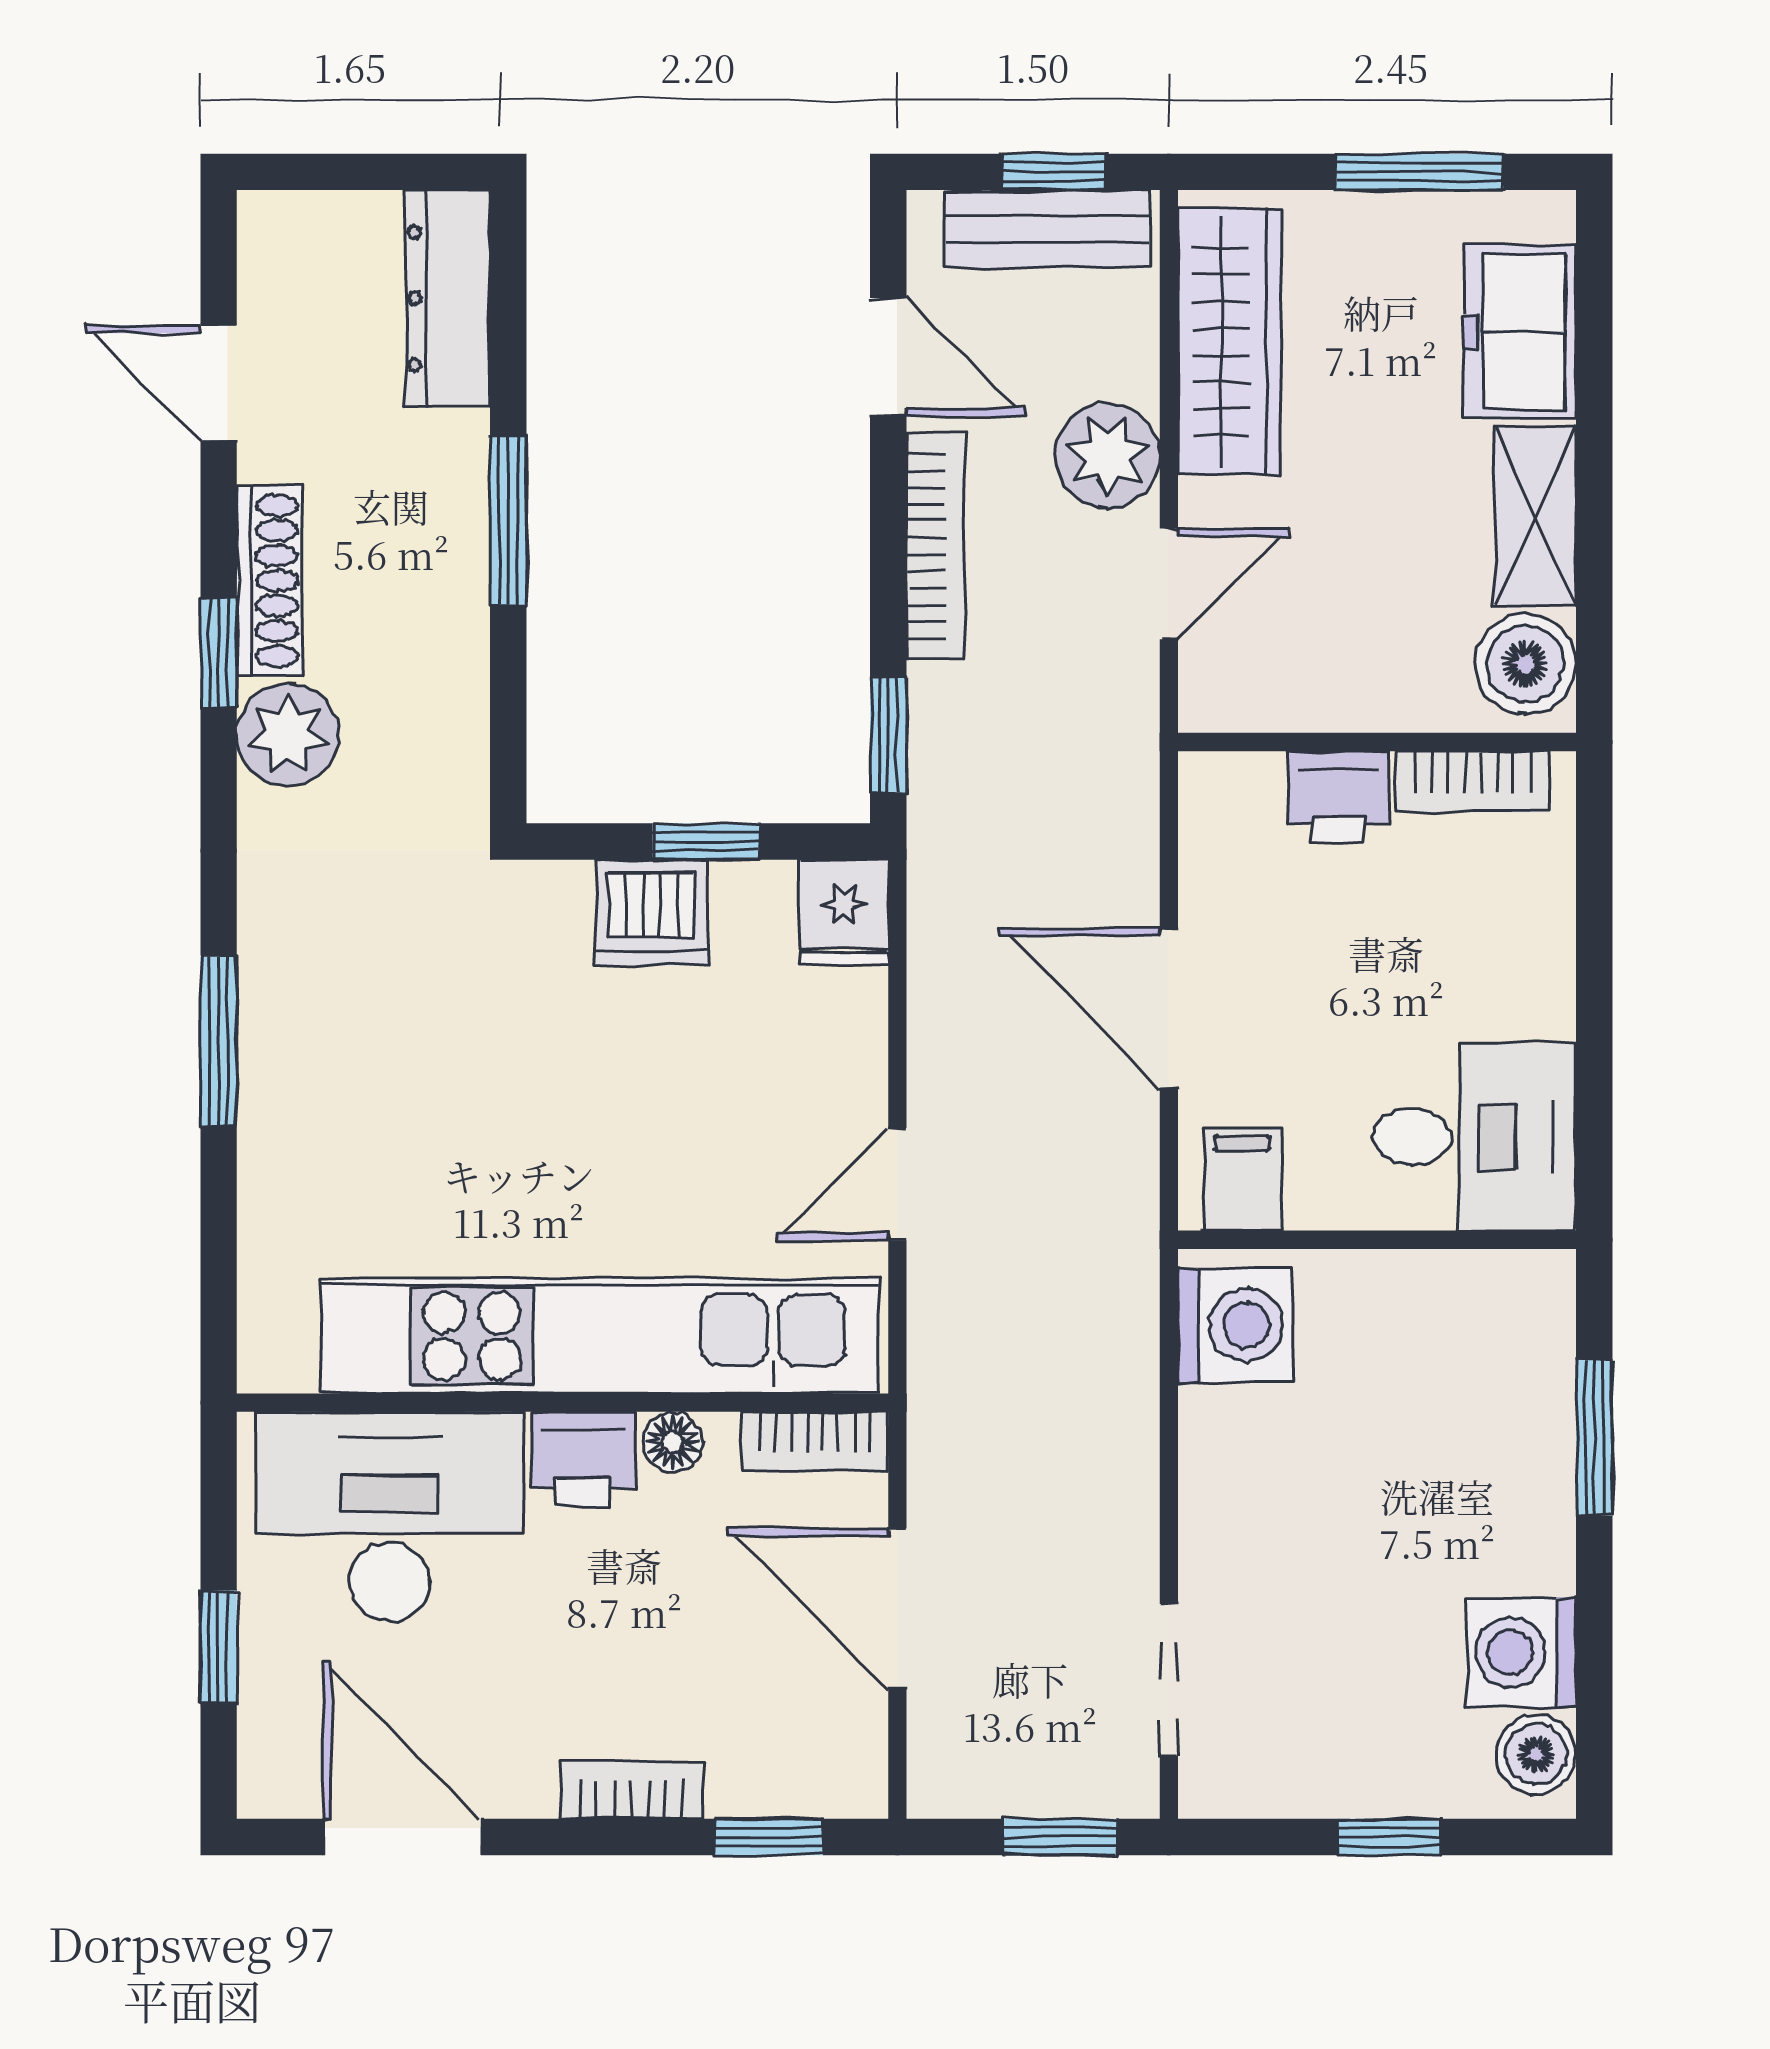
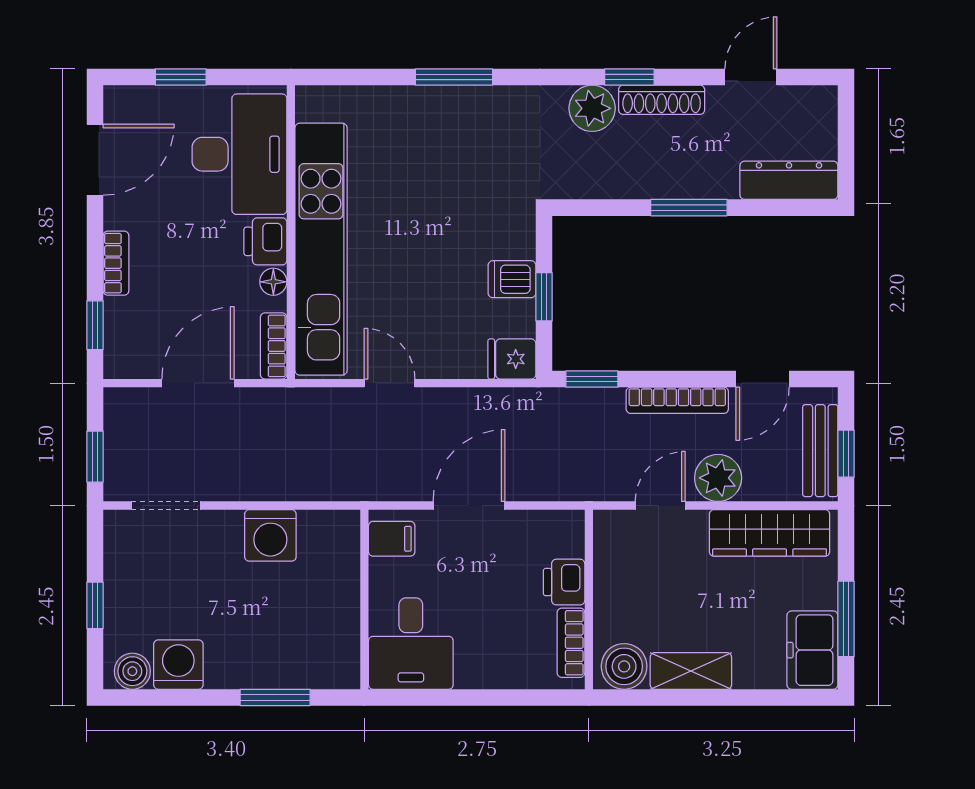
freezer: (1520, 332) -> (812, 650), moved, turned -90
door: (1169, 584) -> (660, 506), swing flipped
dishwasher: (651, 912) -> (512, 279), width x0.73
washing machine: (1235, 1325) -> (270, 535), moved

